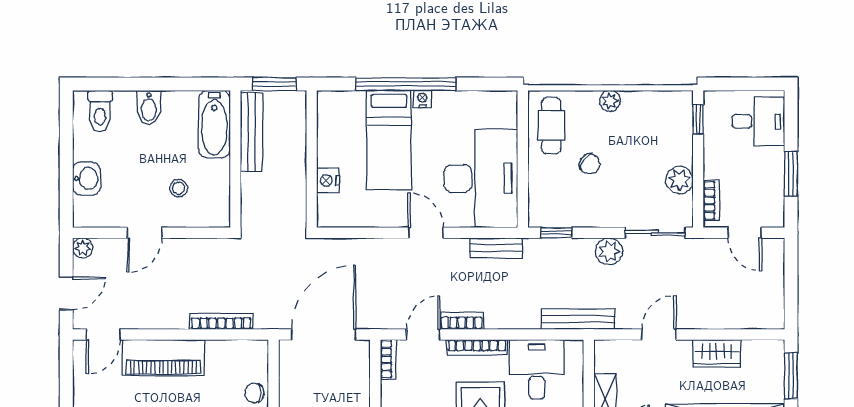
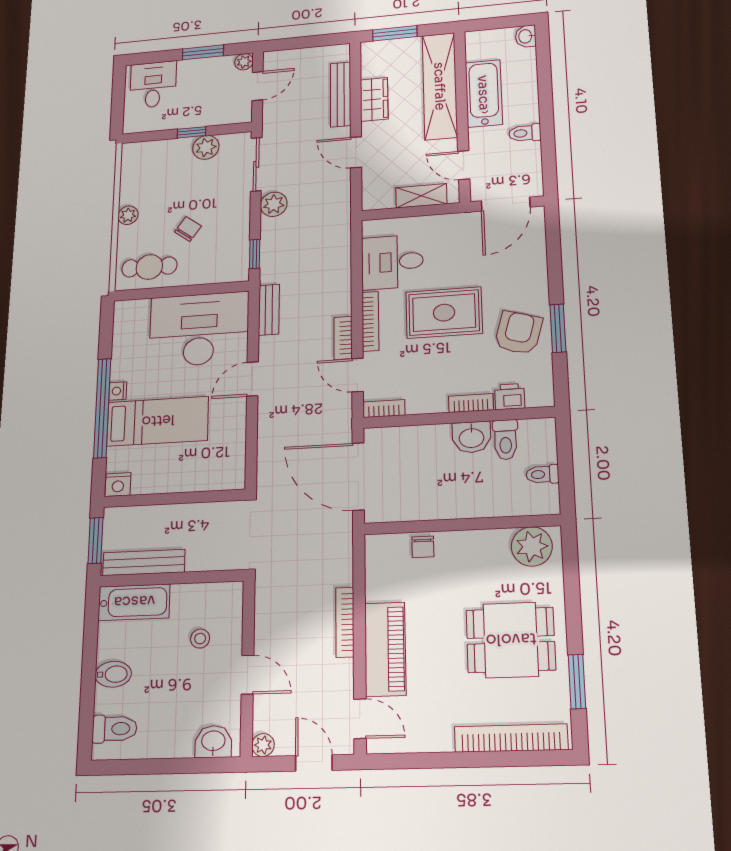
window: (698, 119) -> (191, 132), moved
washbasin: (87, 179) -> (213, 742), moved
nightstand: (328, 180) -> (118, 485), moved
bookcase: (711, 200) -> (226, 118), removed
plant: (775, 218) -> (244, 62), added
bench: (578, 319) -> (341, 94), moved
bookcase: (221, 321) -> (345, 622), moved

